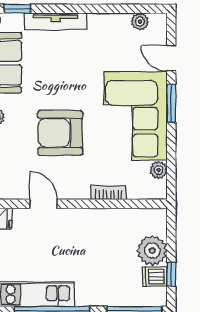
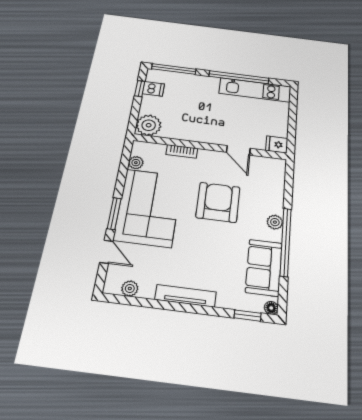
tv unit: (56, 21) -> (186, 296), moved
armchair: (60, 133) -> (218, 202), turned -90
plant: (152, 251) -> (149, 125), moved

